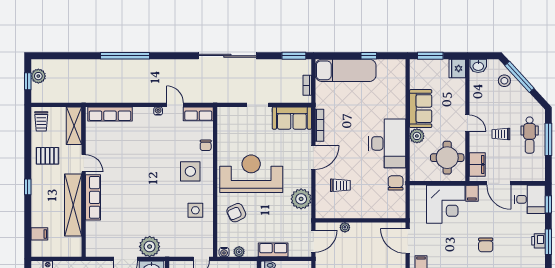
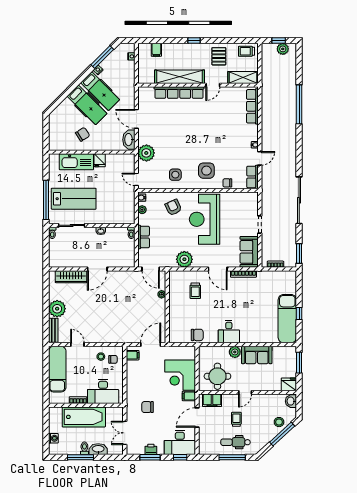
window: (125, 56) -> (299, 104), moved
exam couch: (346, 70) -> (287, 319), moved
desk: (387, 143) -> (229, 332), width x0.53, depth x0.77
reception desk: (251, 174) -> (205, 219), turned 180
row of seats: (93, 197) -> (179, 93), width x1.36
desk: (530, 199) -> (180, 442), width x1.37
plant: (150, 247) -> (146, 153), moved

